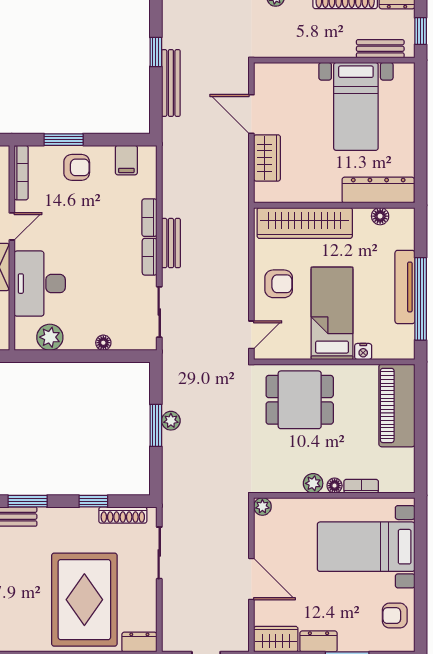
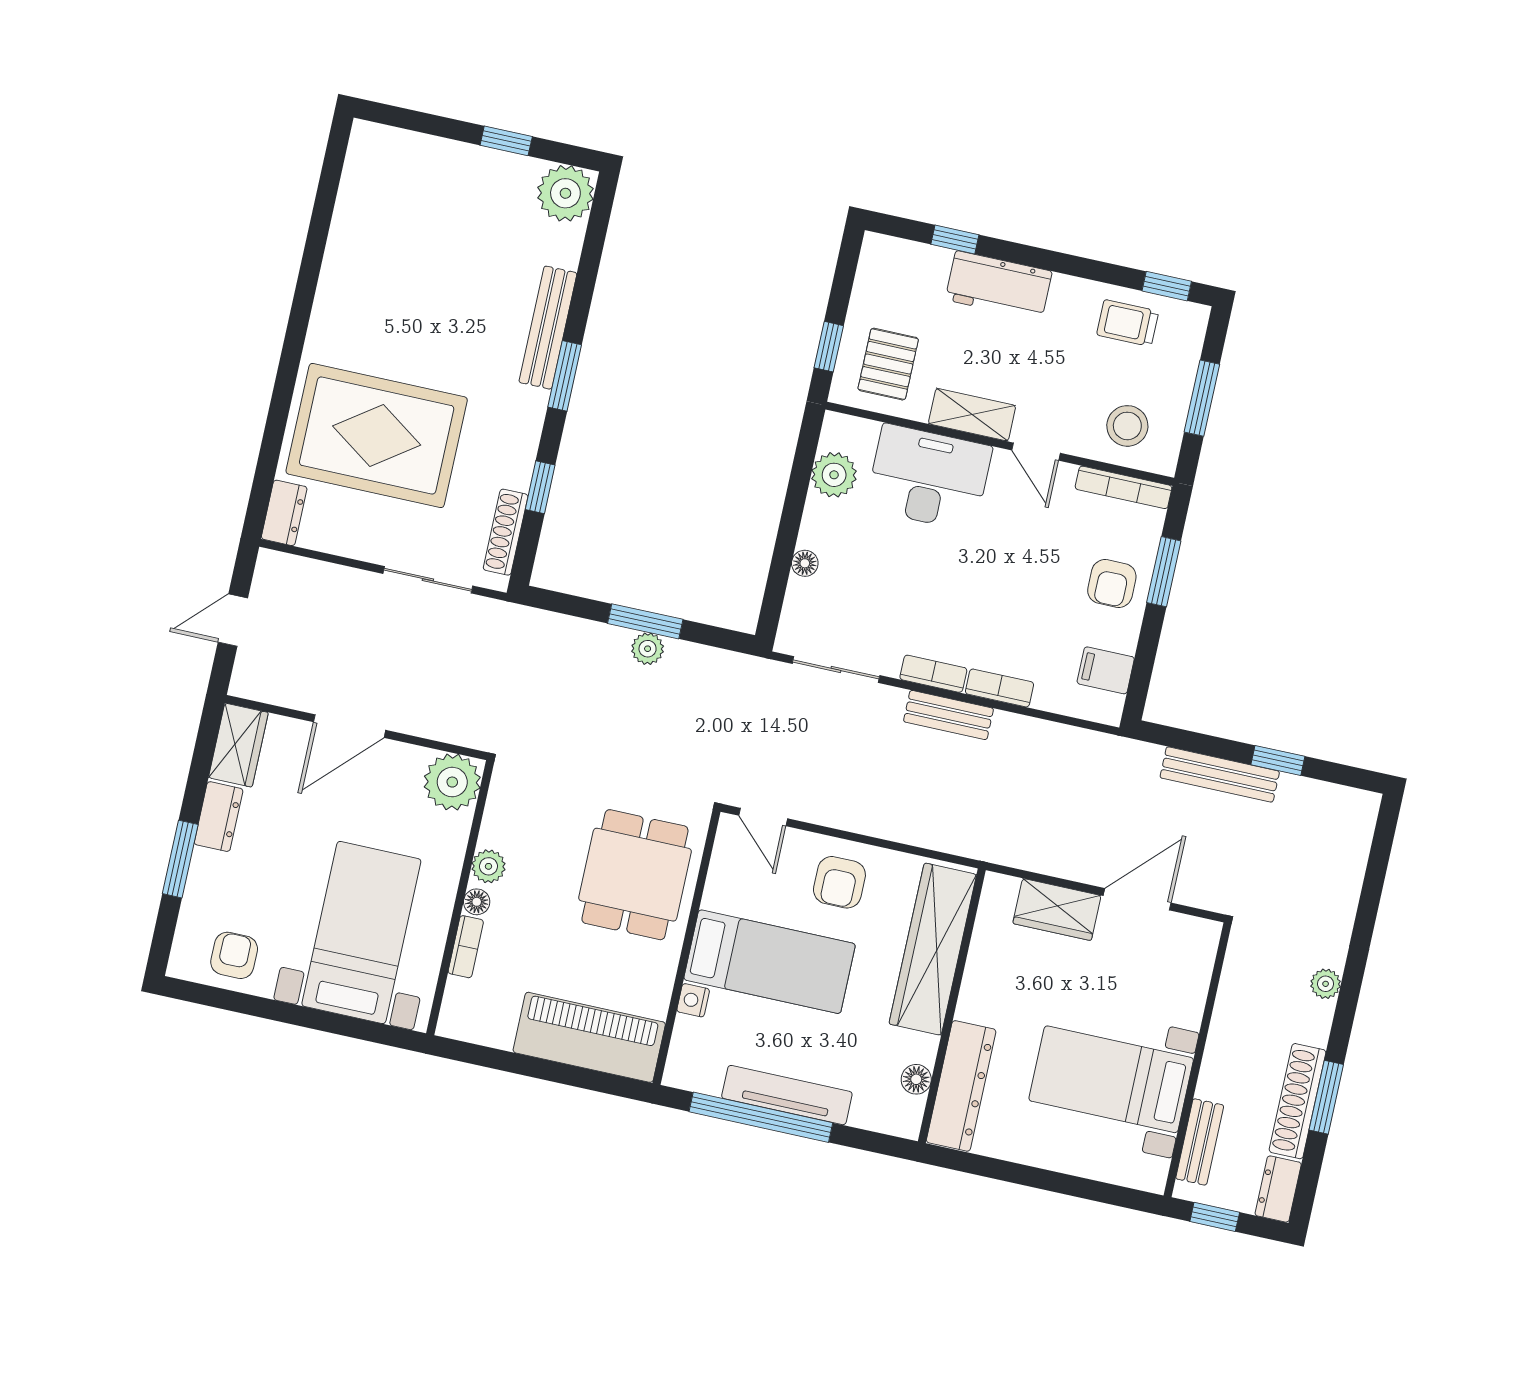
plant: (262, 506) -> (452, 782), width x1.88, depth x1.88

